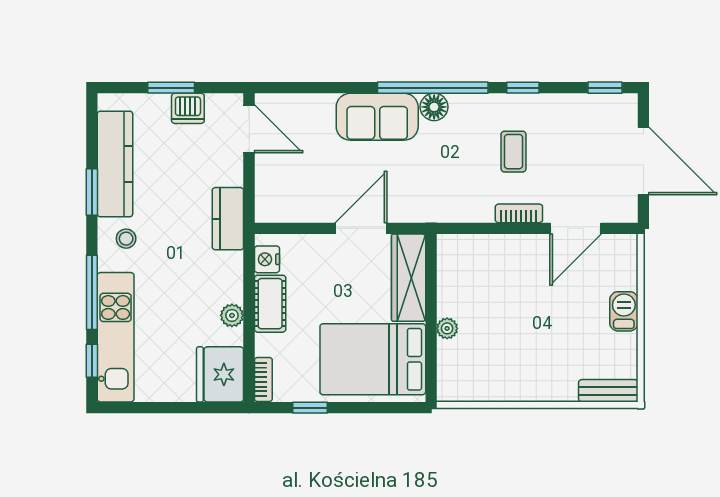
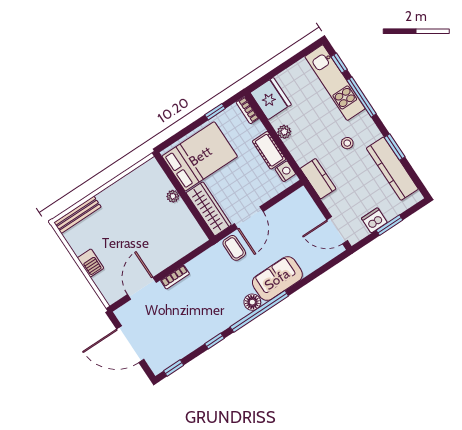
coffee table: (514, 152) -> (234, 248), moved
stool: (126, 239) -> (347, 143), moved
bench: (608, 391) -> (77, 215), width x1.36

